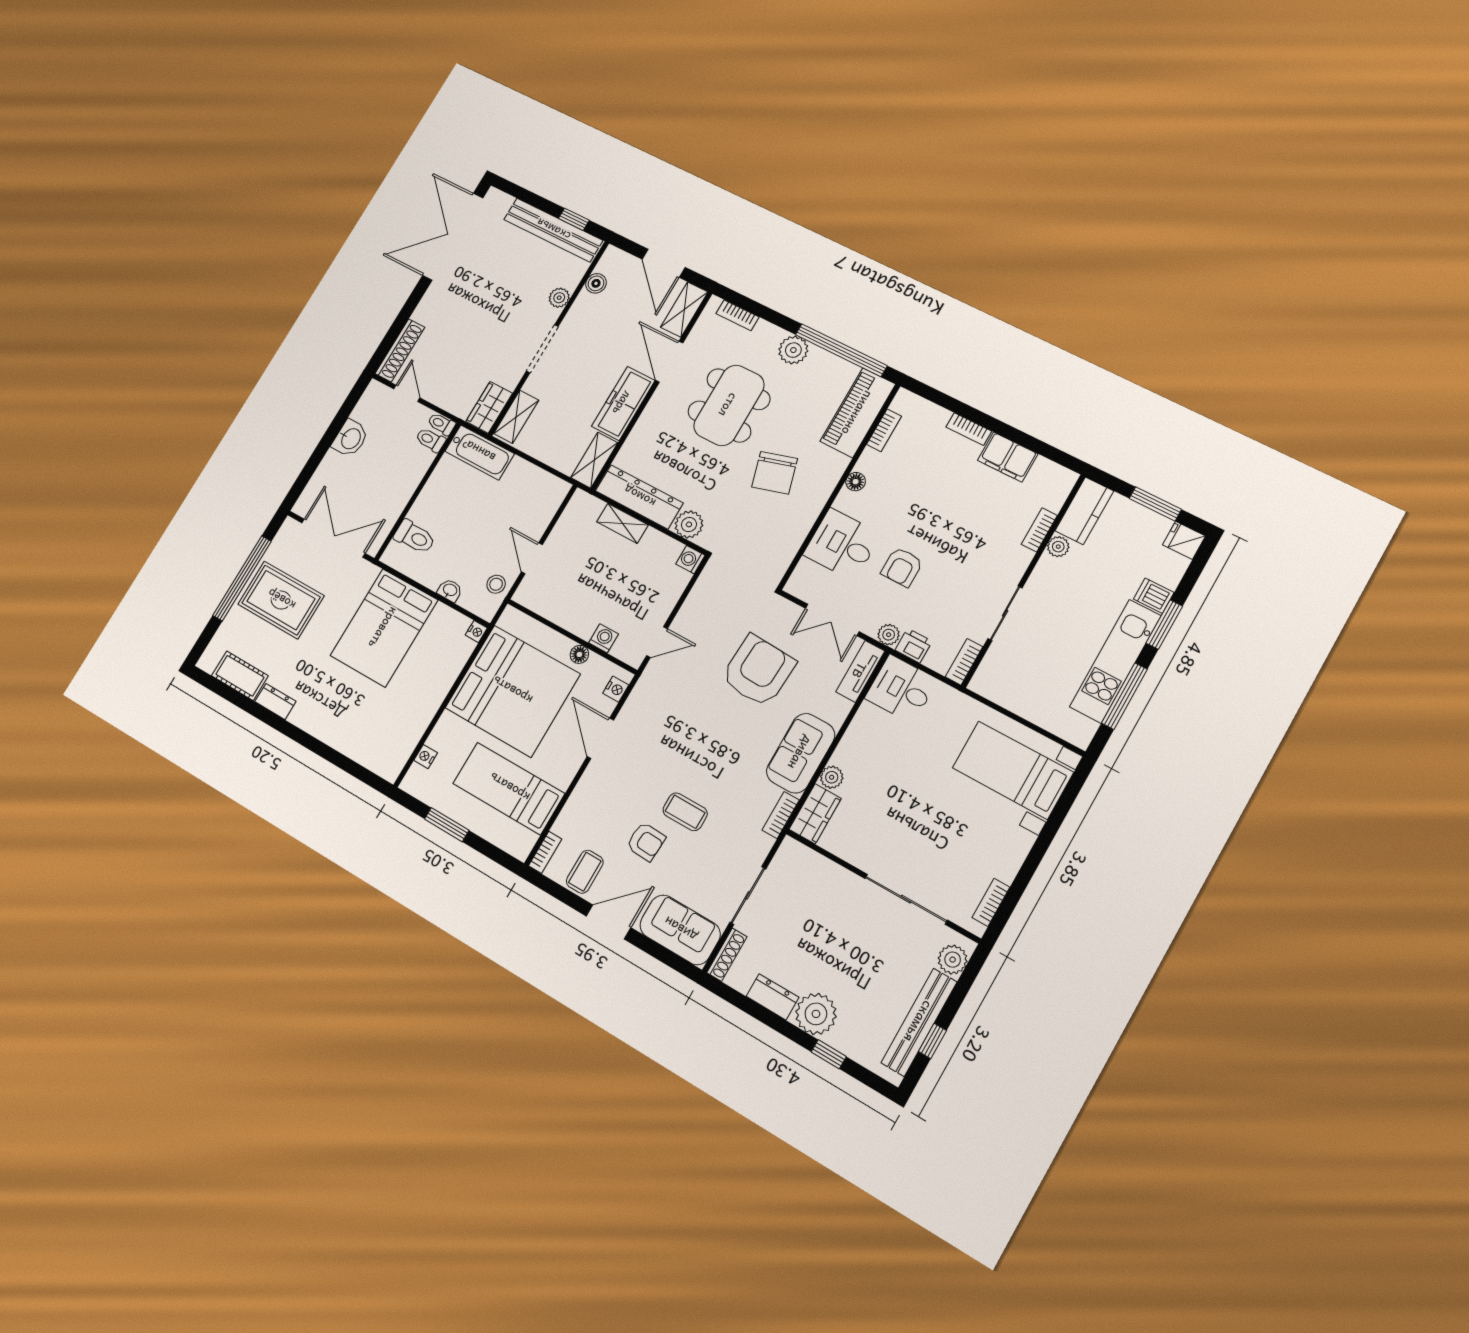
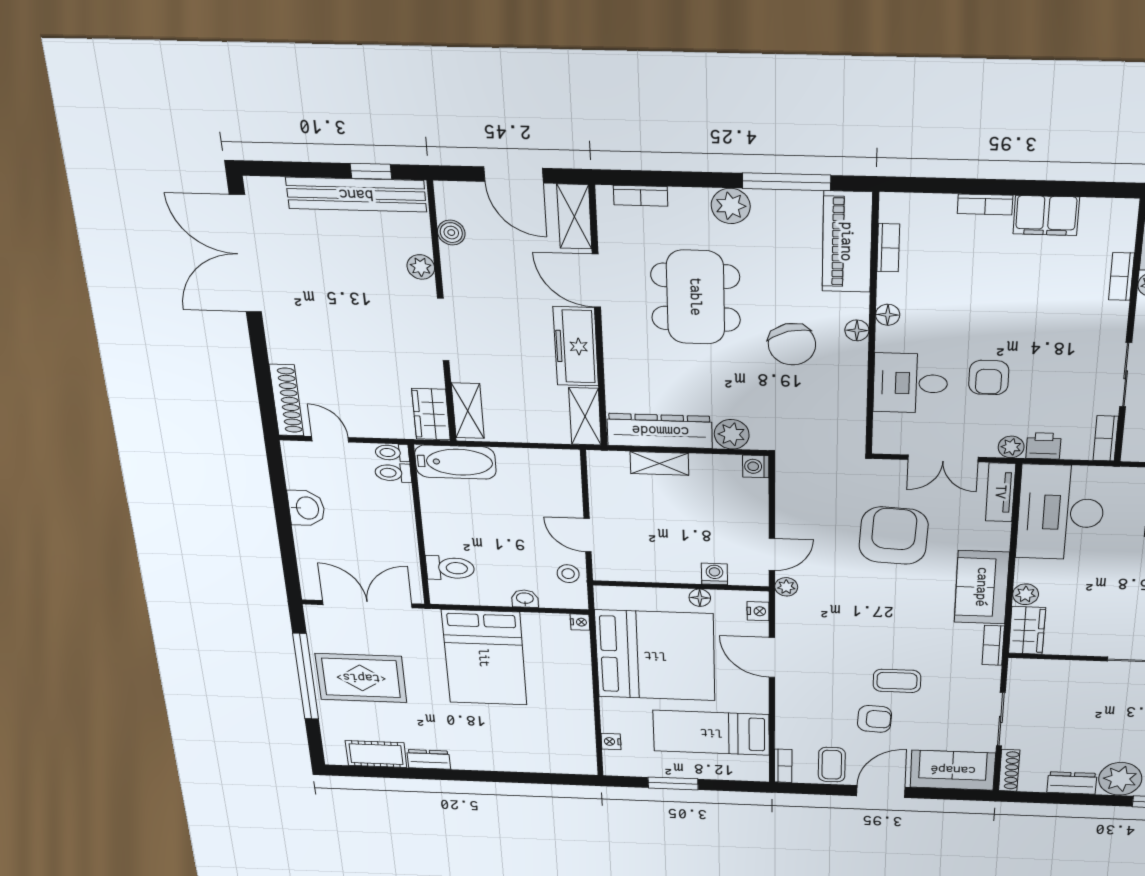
window: (841, 350) -> (787, 182), width x0.68
floor lamp: (827, 484) -> (857, 330), added
plant: (650, 677) -> (786, 587), added
desk: (901, 689) -> (1061, 512), width x1.87, depth x1.30

